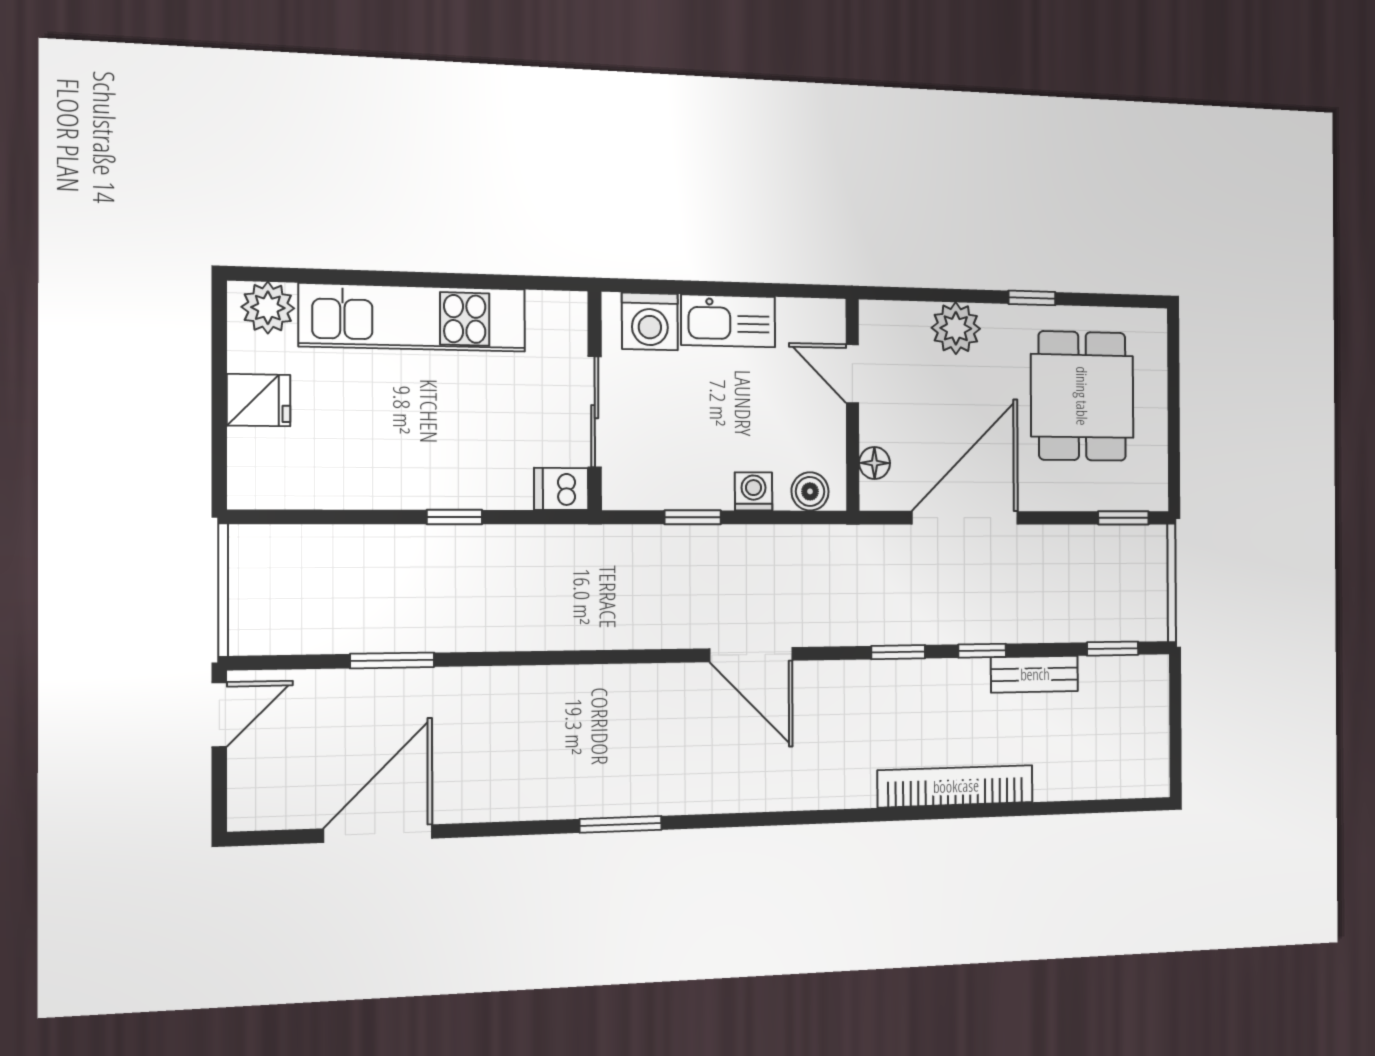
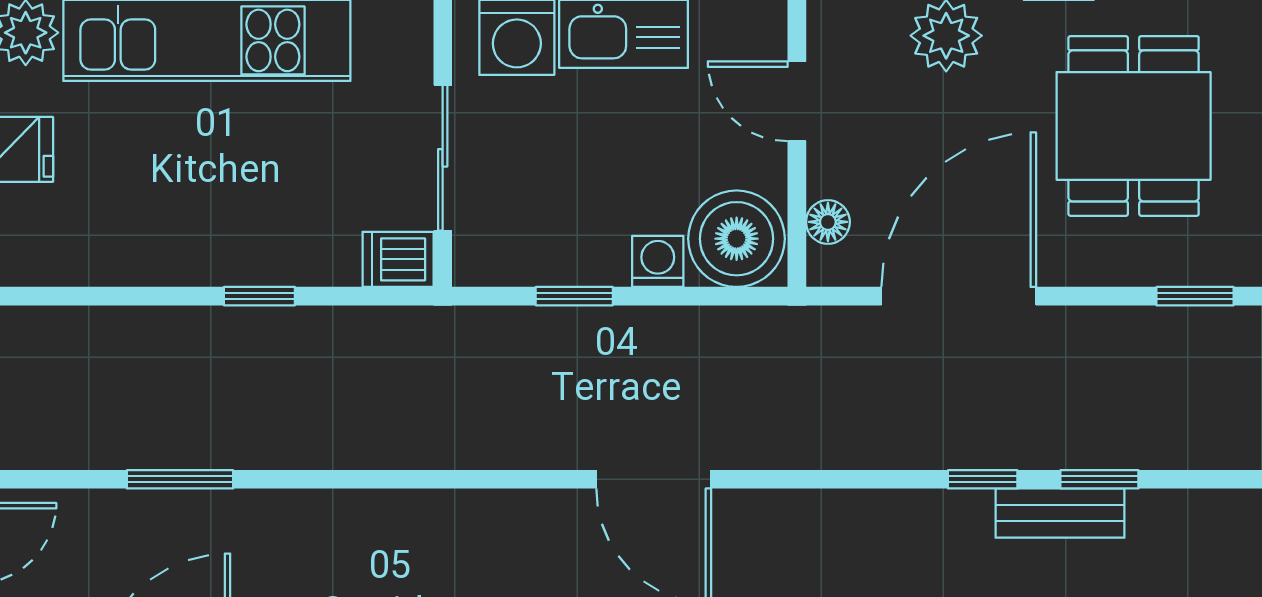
boiler: (810, 491) -> (737, 239), width x1.86, depth x1.86
window: (1113, 649) -> (1099, 479), moved
window: (898, 652) -> (861, 479), removed

